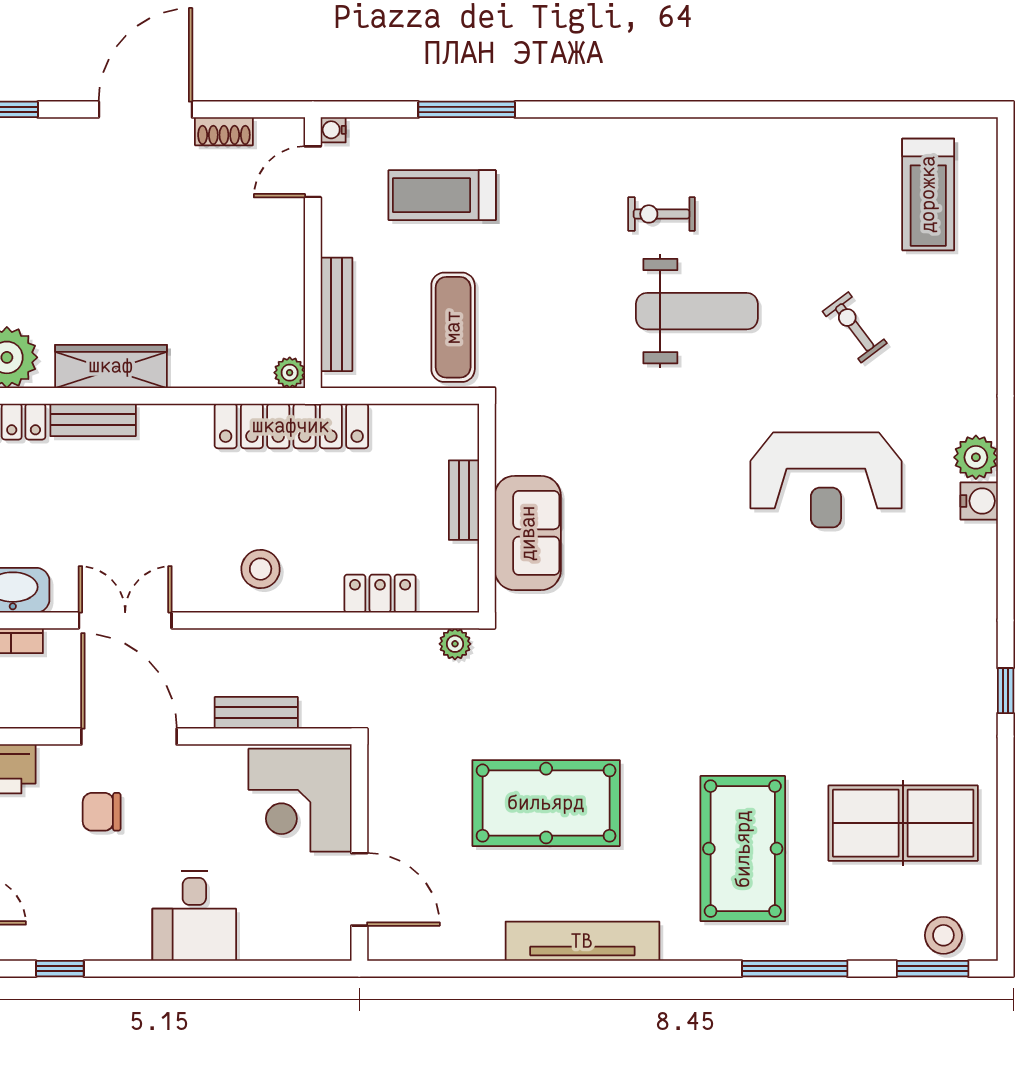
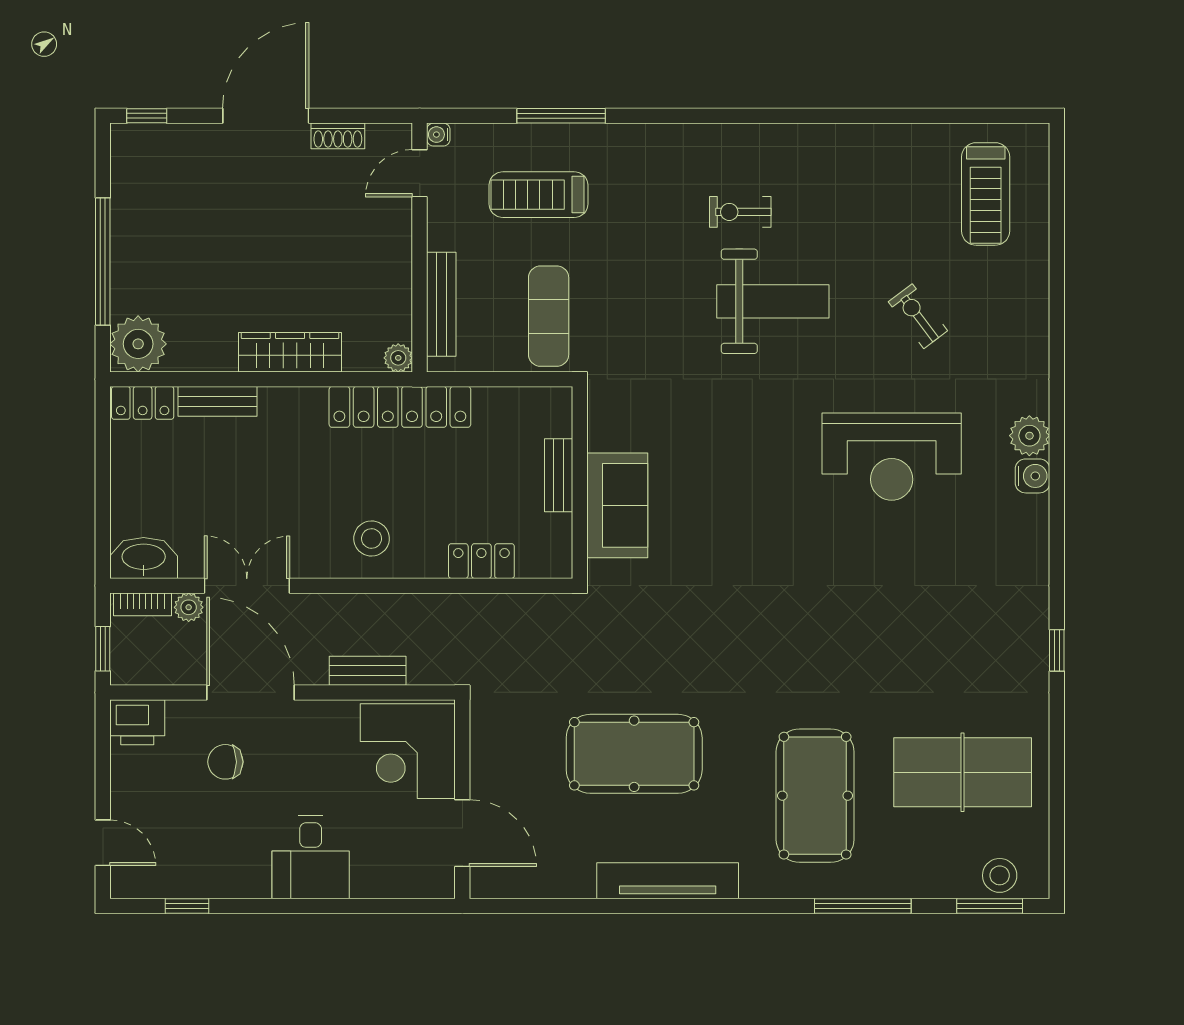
wardrobe: (111, 366) -> (290, 352), moved
plant: (455, 644) -> (189, 607), moved

